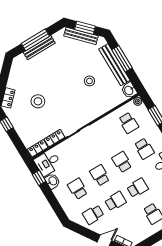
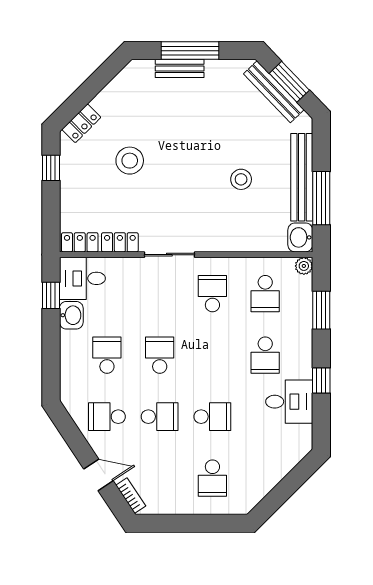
bench: (39, 48) -> (180, 68), width x0.73
window: (122, 59) -> (321, 198), moved
school desk: (122, 162) -> (212, 294), moved

